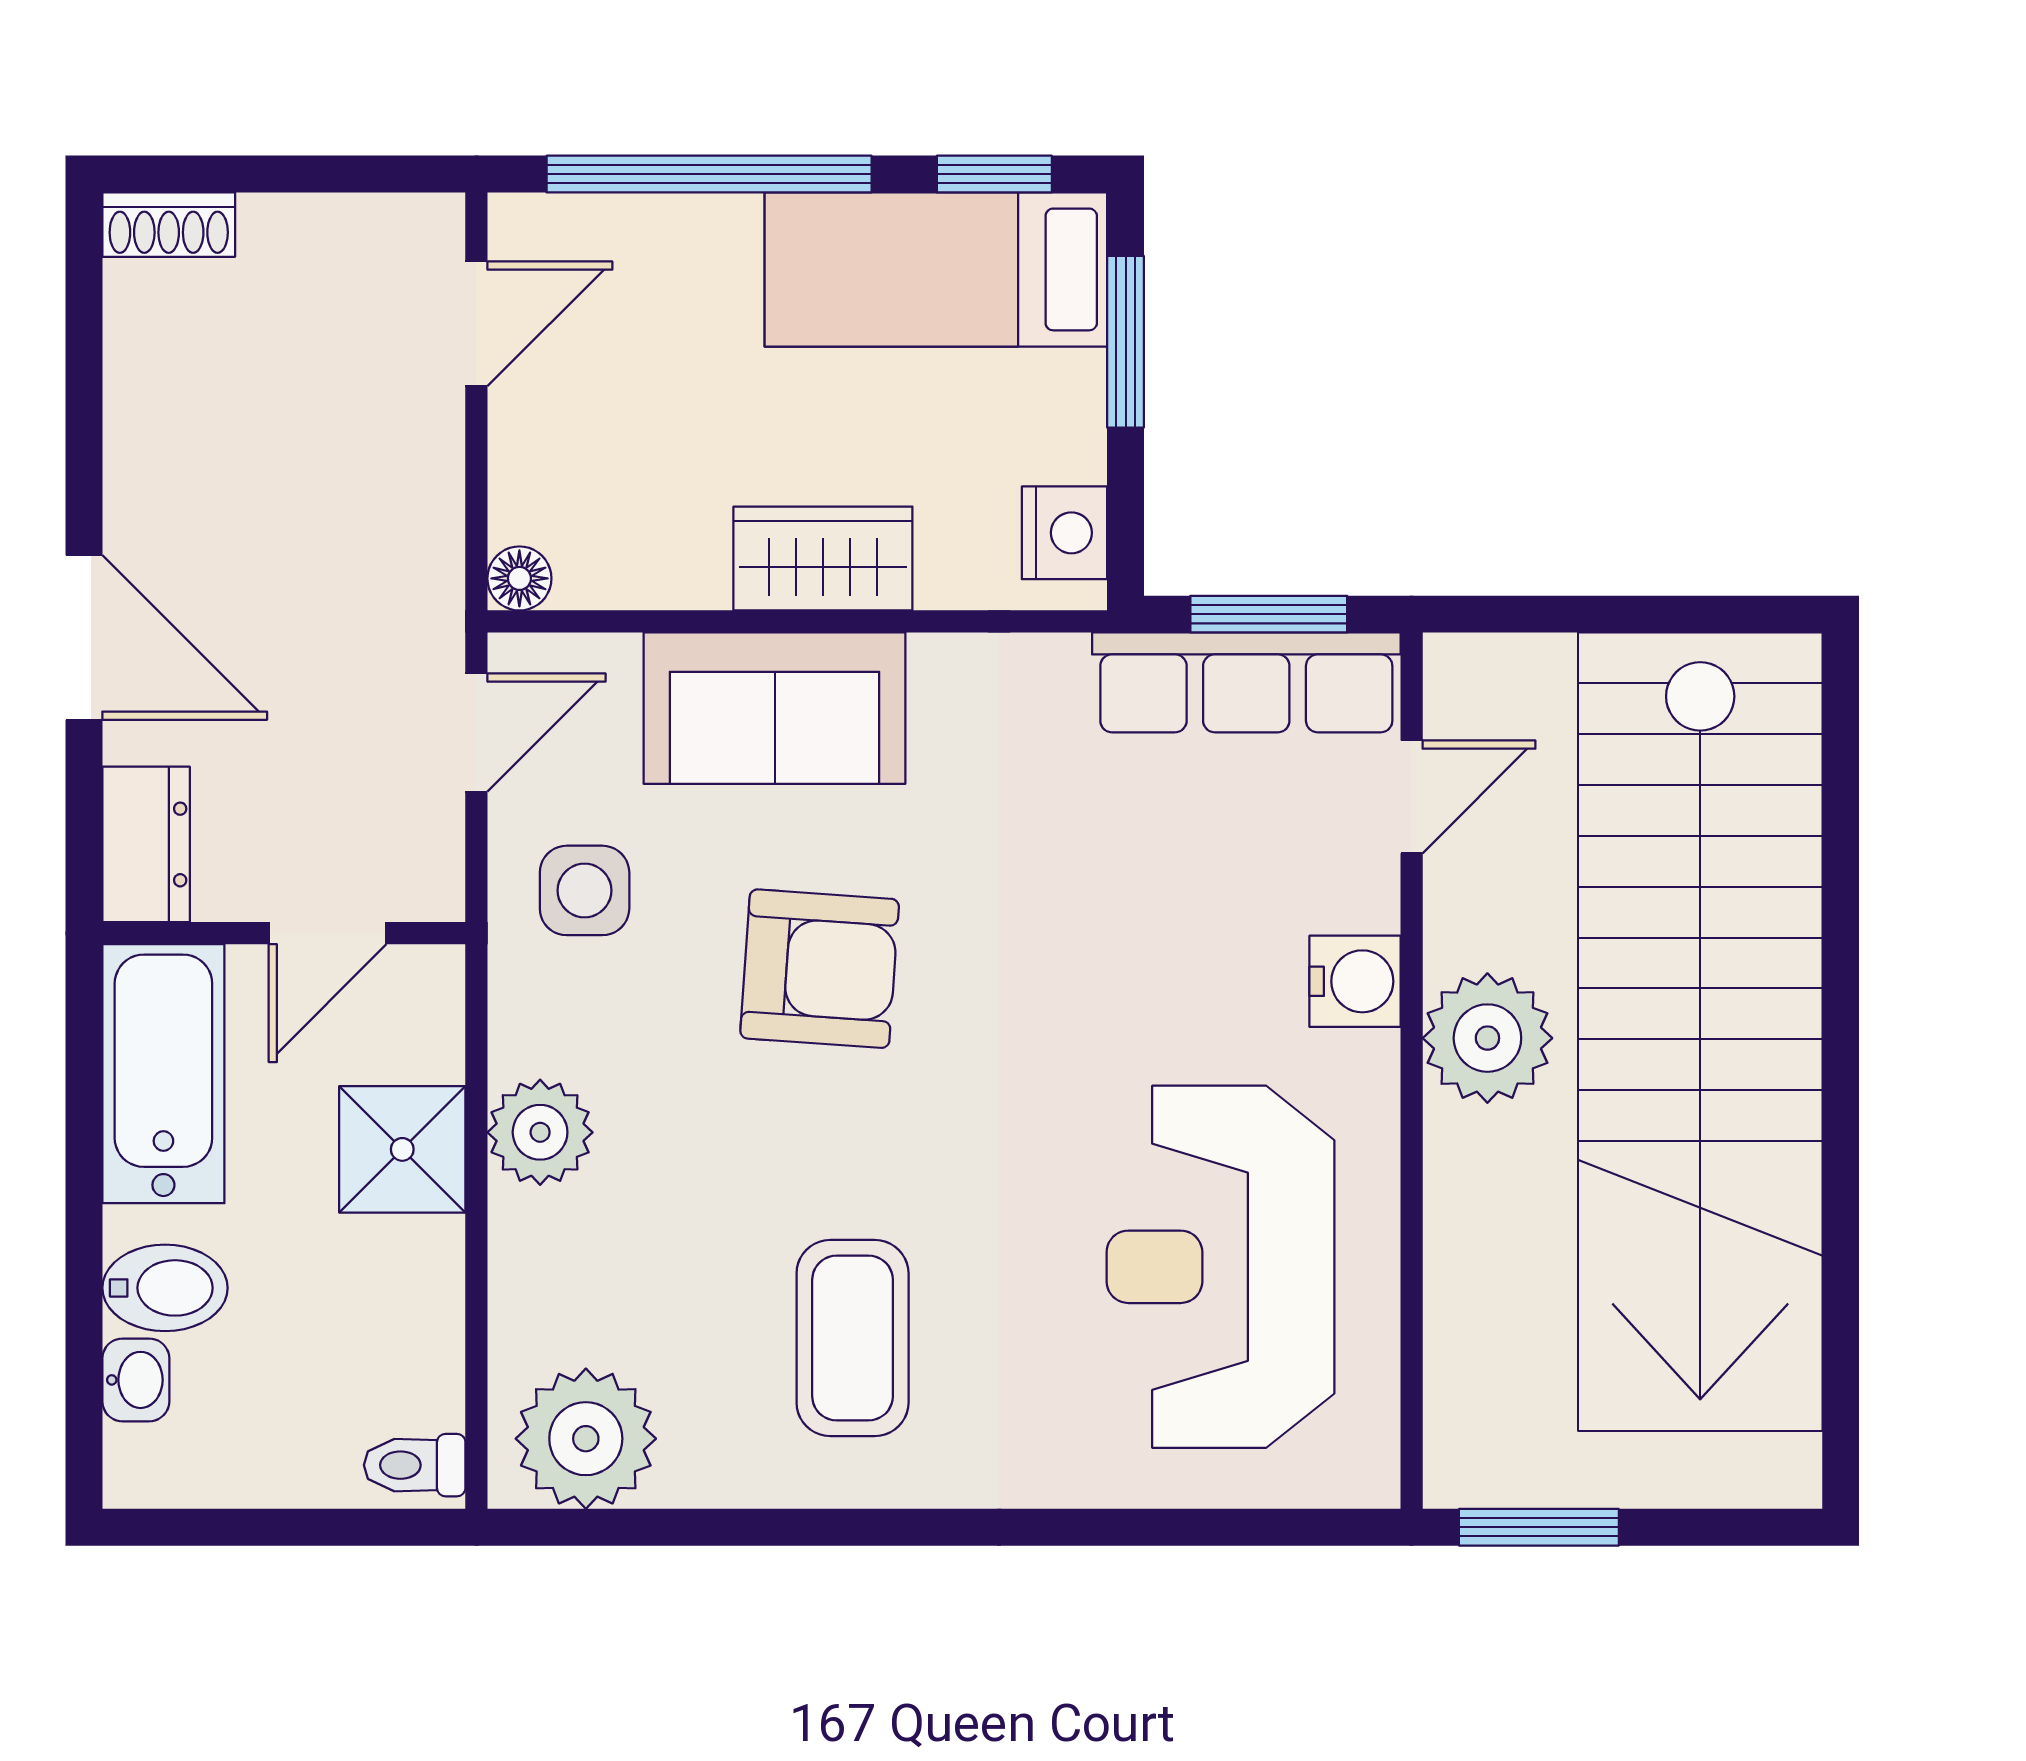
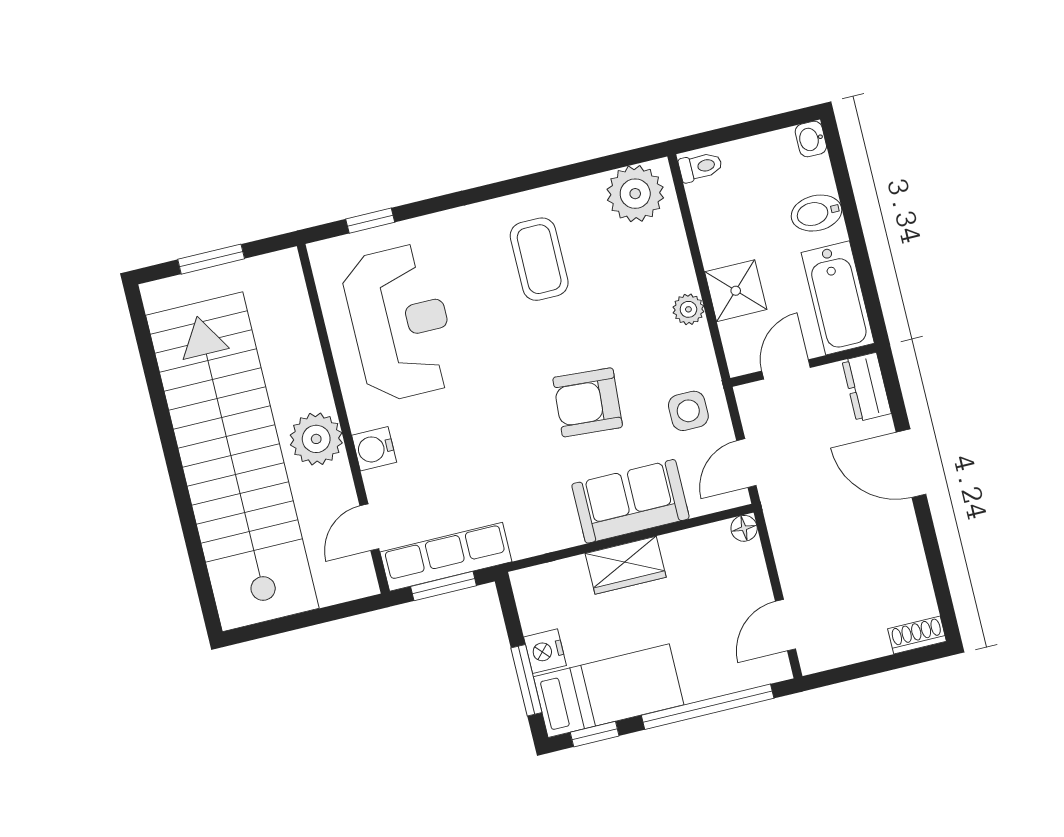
nightstand: (1065, 533) -> (545, 651), moved
plant: (540, 1132) -> (688, 309), width x0.73, depth x0.73
washbasin: (136, 1380) -> (811, 139), moved
window: (1233, 1527) -> (370, 221), added
window: (1539, 1527) -> (211, 259), moved

